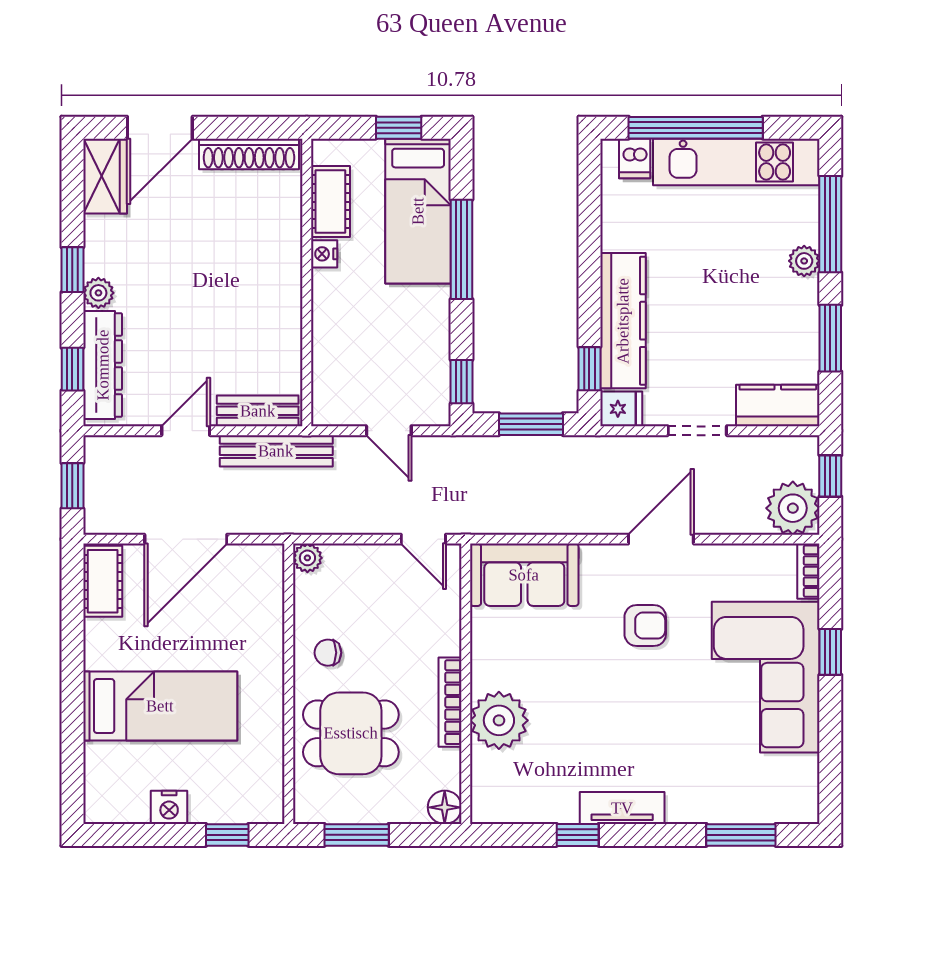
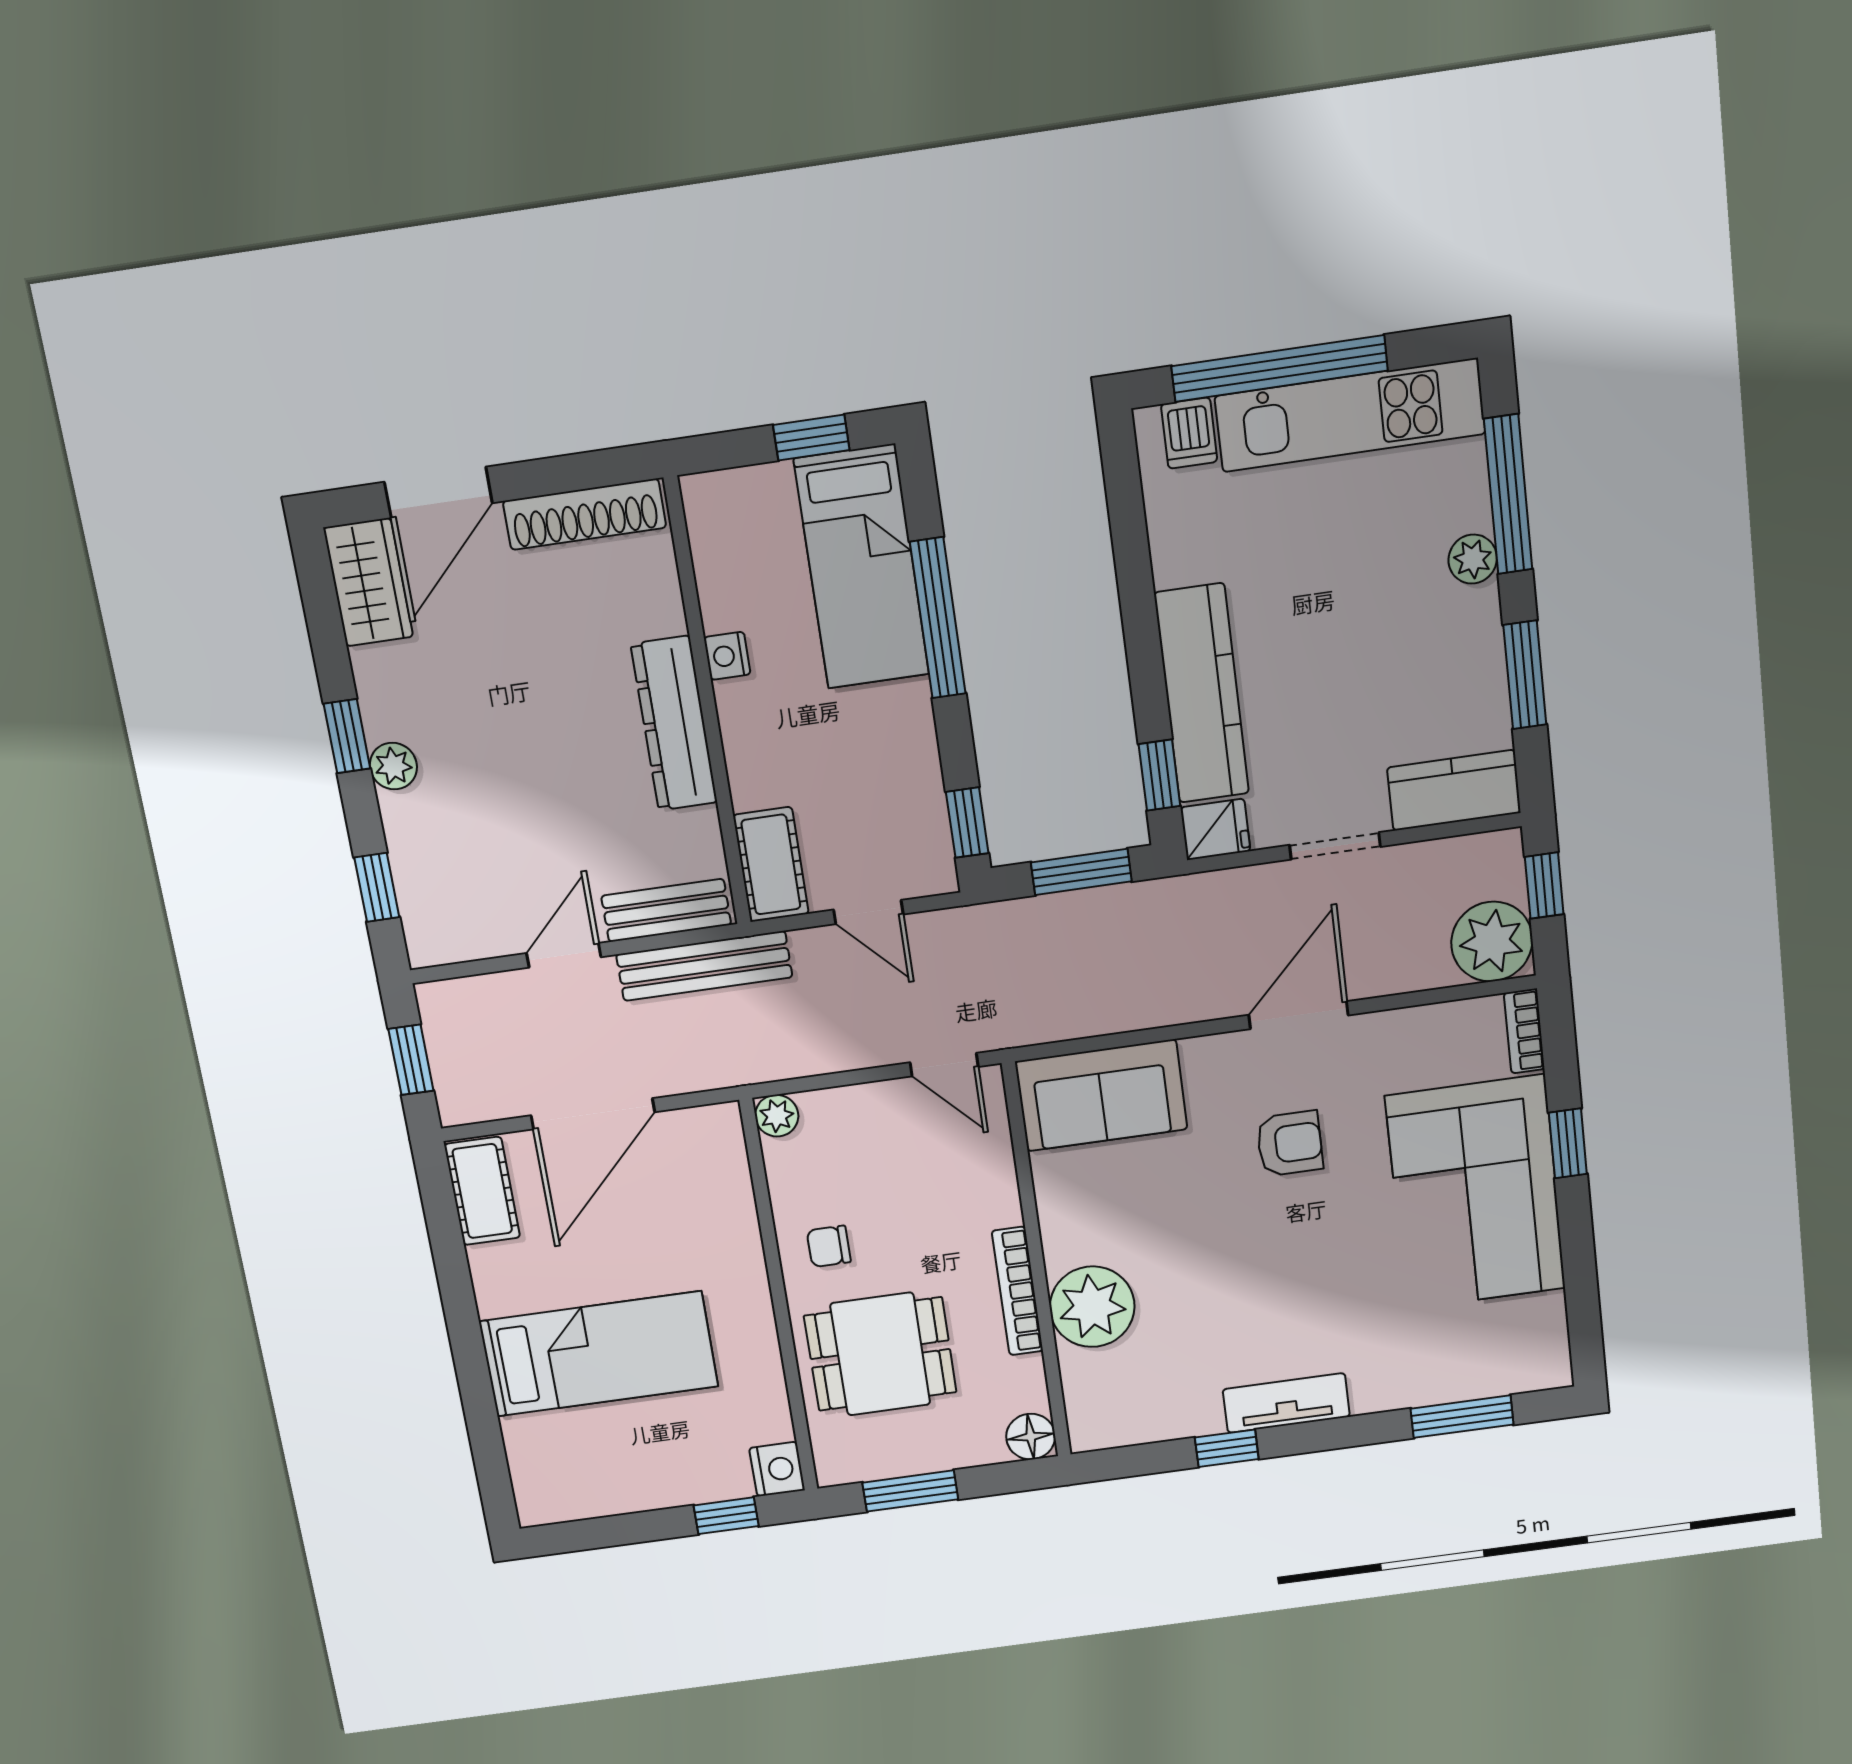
cot: (330, 202) -> (771, 865), moved
dresser: (103, 365) -> (674, 724), moved, turned 180
nightstand: (169, 807) -> (777, 1469), moved, turned -90

